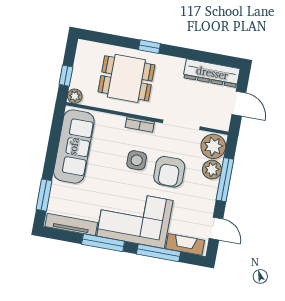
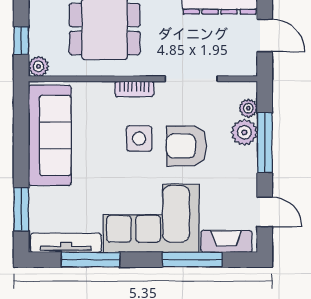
plant: (213, 146) -> (248, 108), width x0.53, depth x0.53
armchair: (169, 172) -> (187, 146), turned 90
window: (103, 243) -> (91, 260), moved

